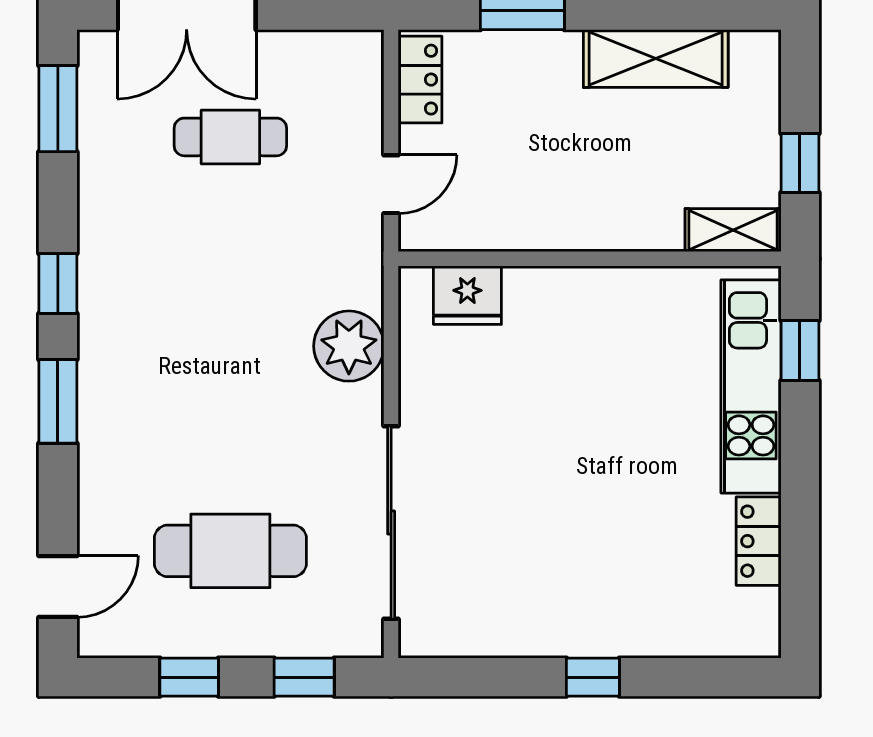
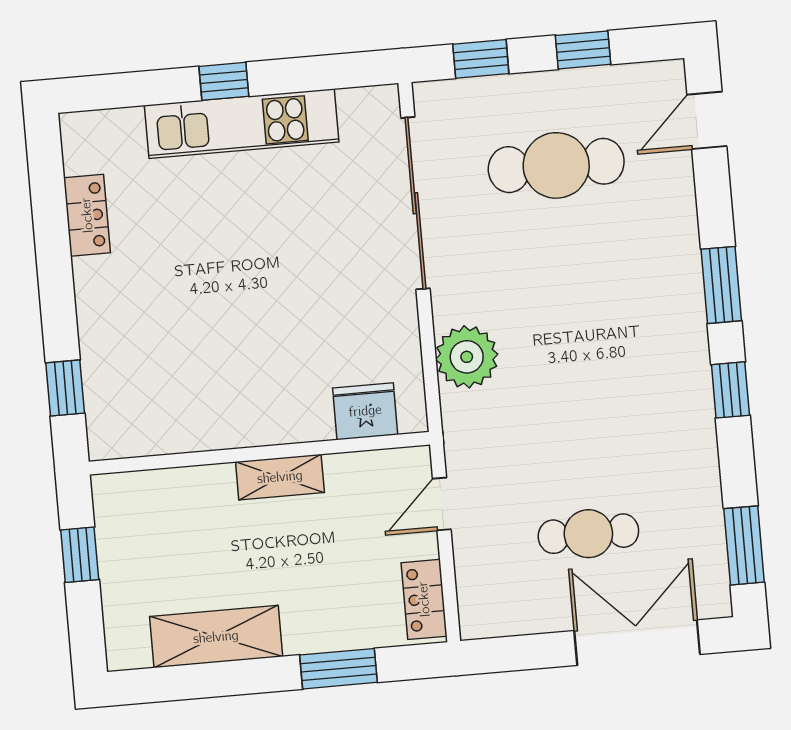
shelving: (733, 230) -> (280, 477), moved
kitchen unit: (751, 386) -> (242, 124), moved, turned 90

